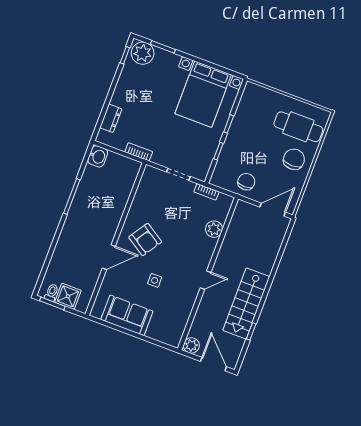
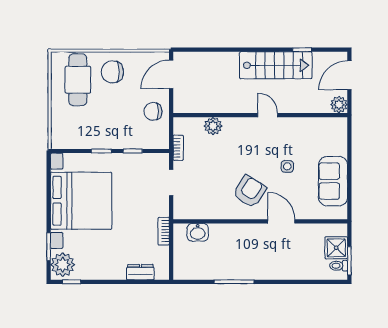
bed with nightstands: (203, 94) -> (81, 201), width x1.36
washbasin: (98, 156) -> (198, 232), moved, turned 180
door: (273, 210) -> (171, 74), hinge flipped

